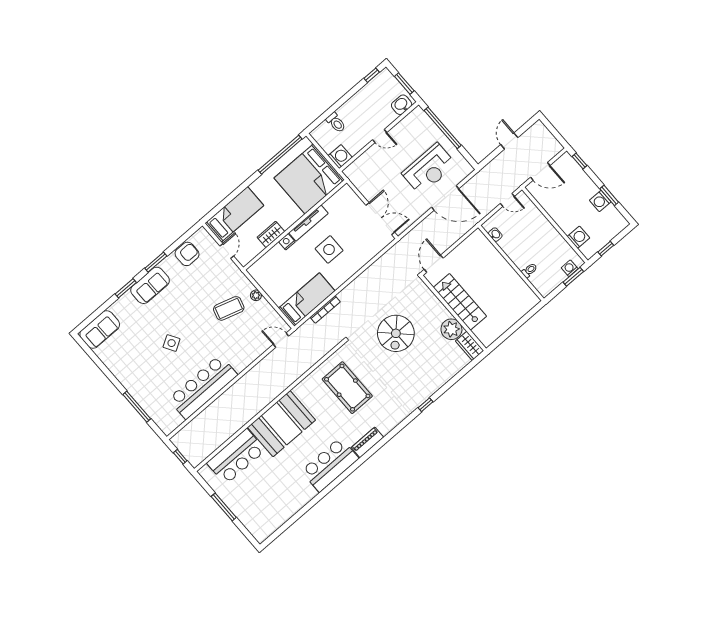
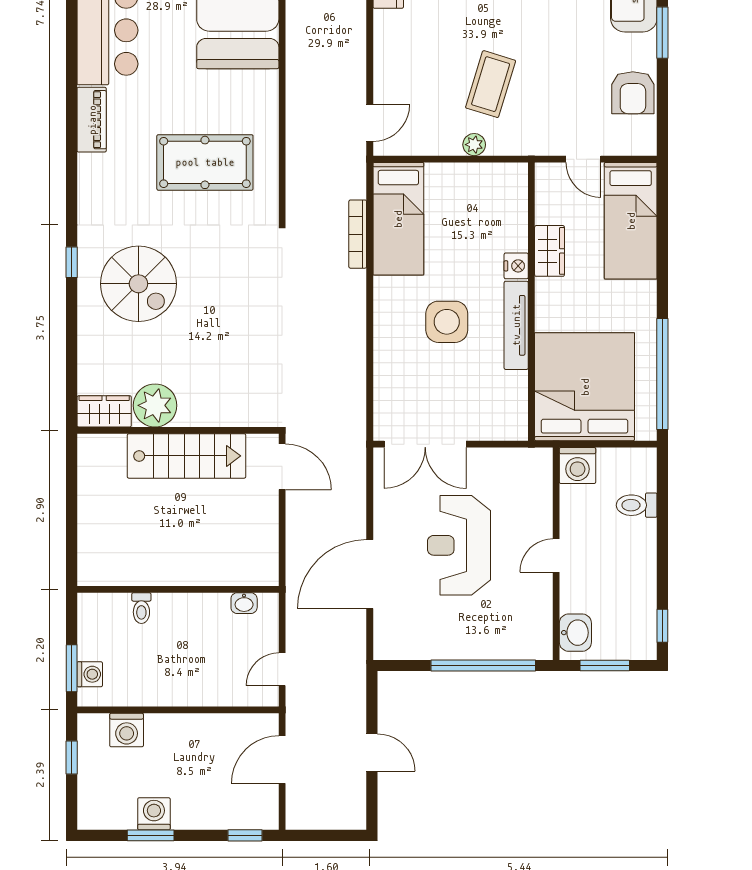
reception desk: (429, 169) -> (459, 545), moved
spiral stairs: (396, 333) -> (138, 284), moved, turned 180

